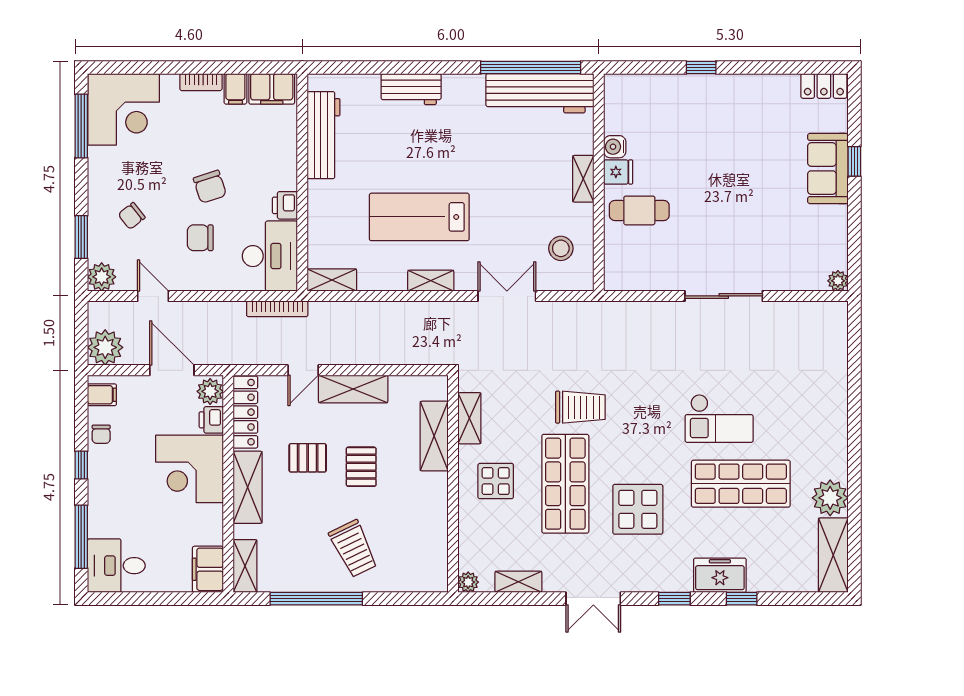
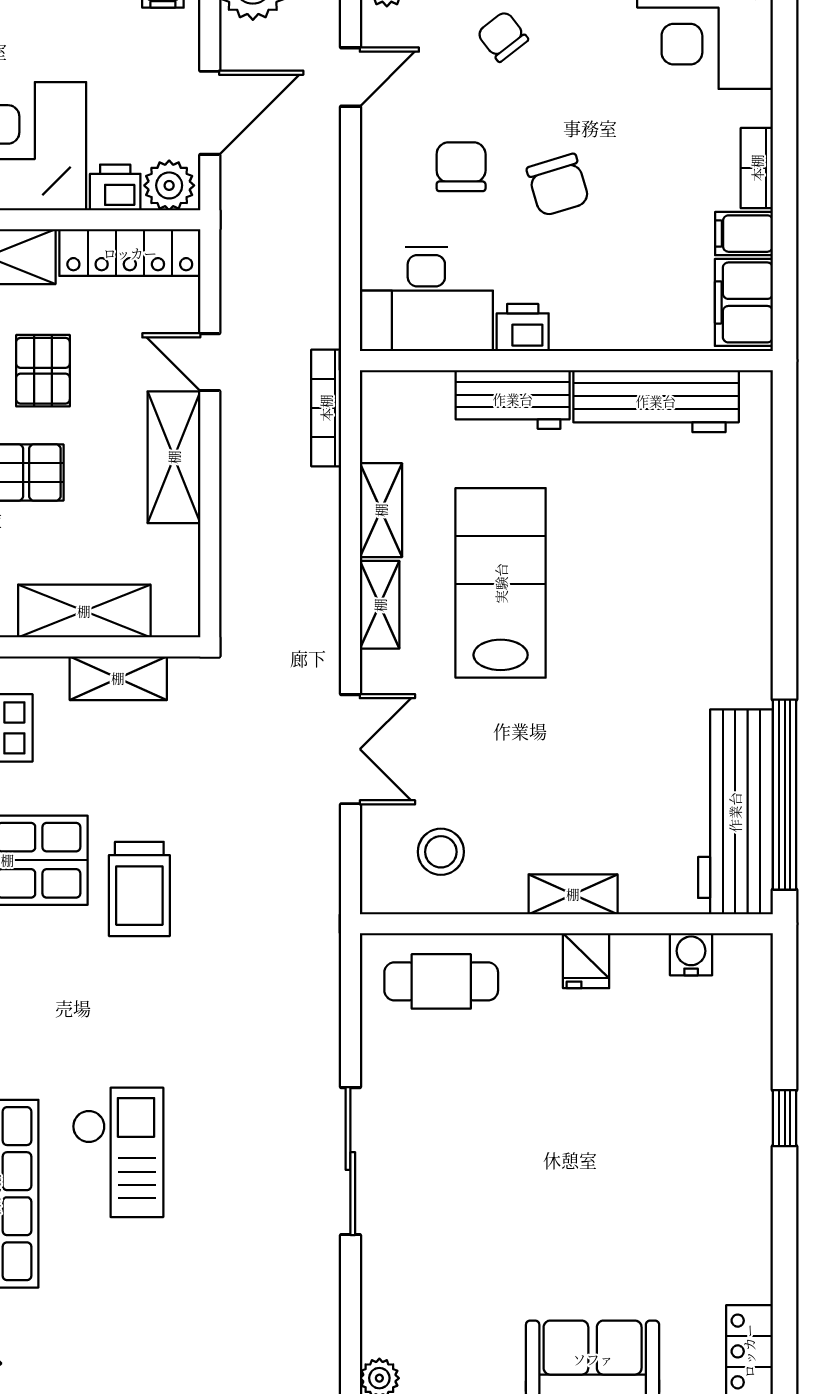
workbench: (411, 89) -> (513, 399), moved, turned -90
water cooler: (615, 147) -> (691, 954), moved
chair: (210, 187) -> (558, 185), turned -89
cafe table: (639, 210) -> (441, 981), moved, turned 90
shelving: (332, 280) -> (381, 510), moved
bookcase: (277, 309) -> (326, 408), moved
checkout: (719, 418) -> (118, 1152), turned 180

